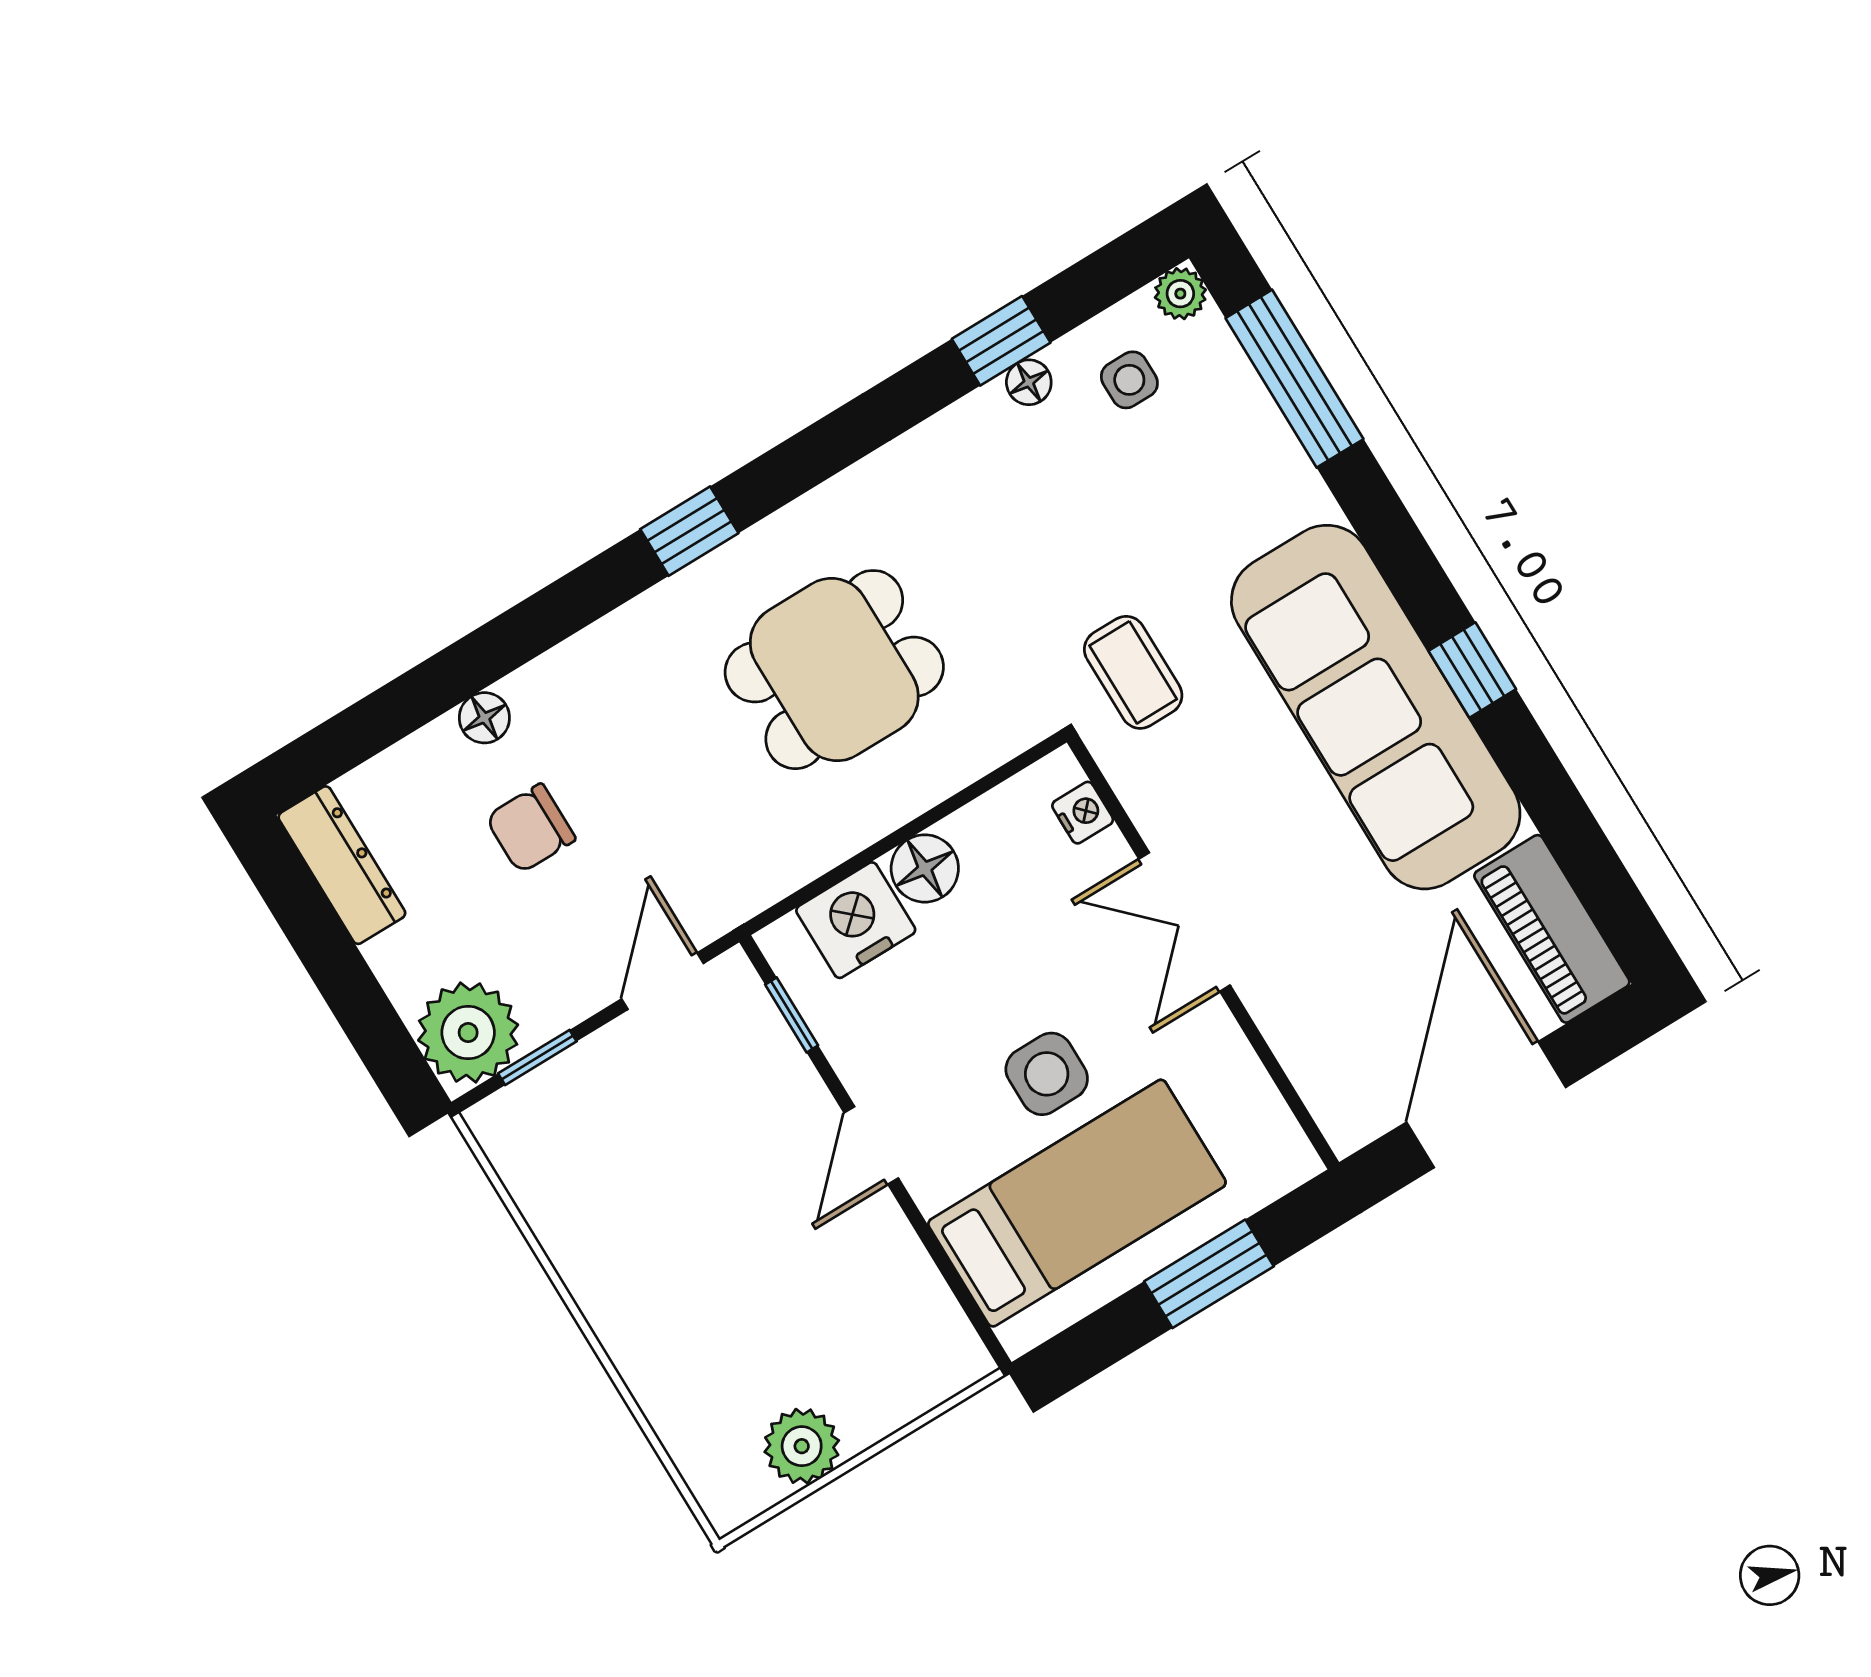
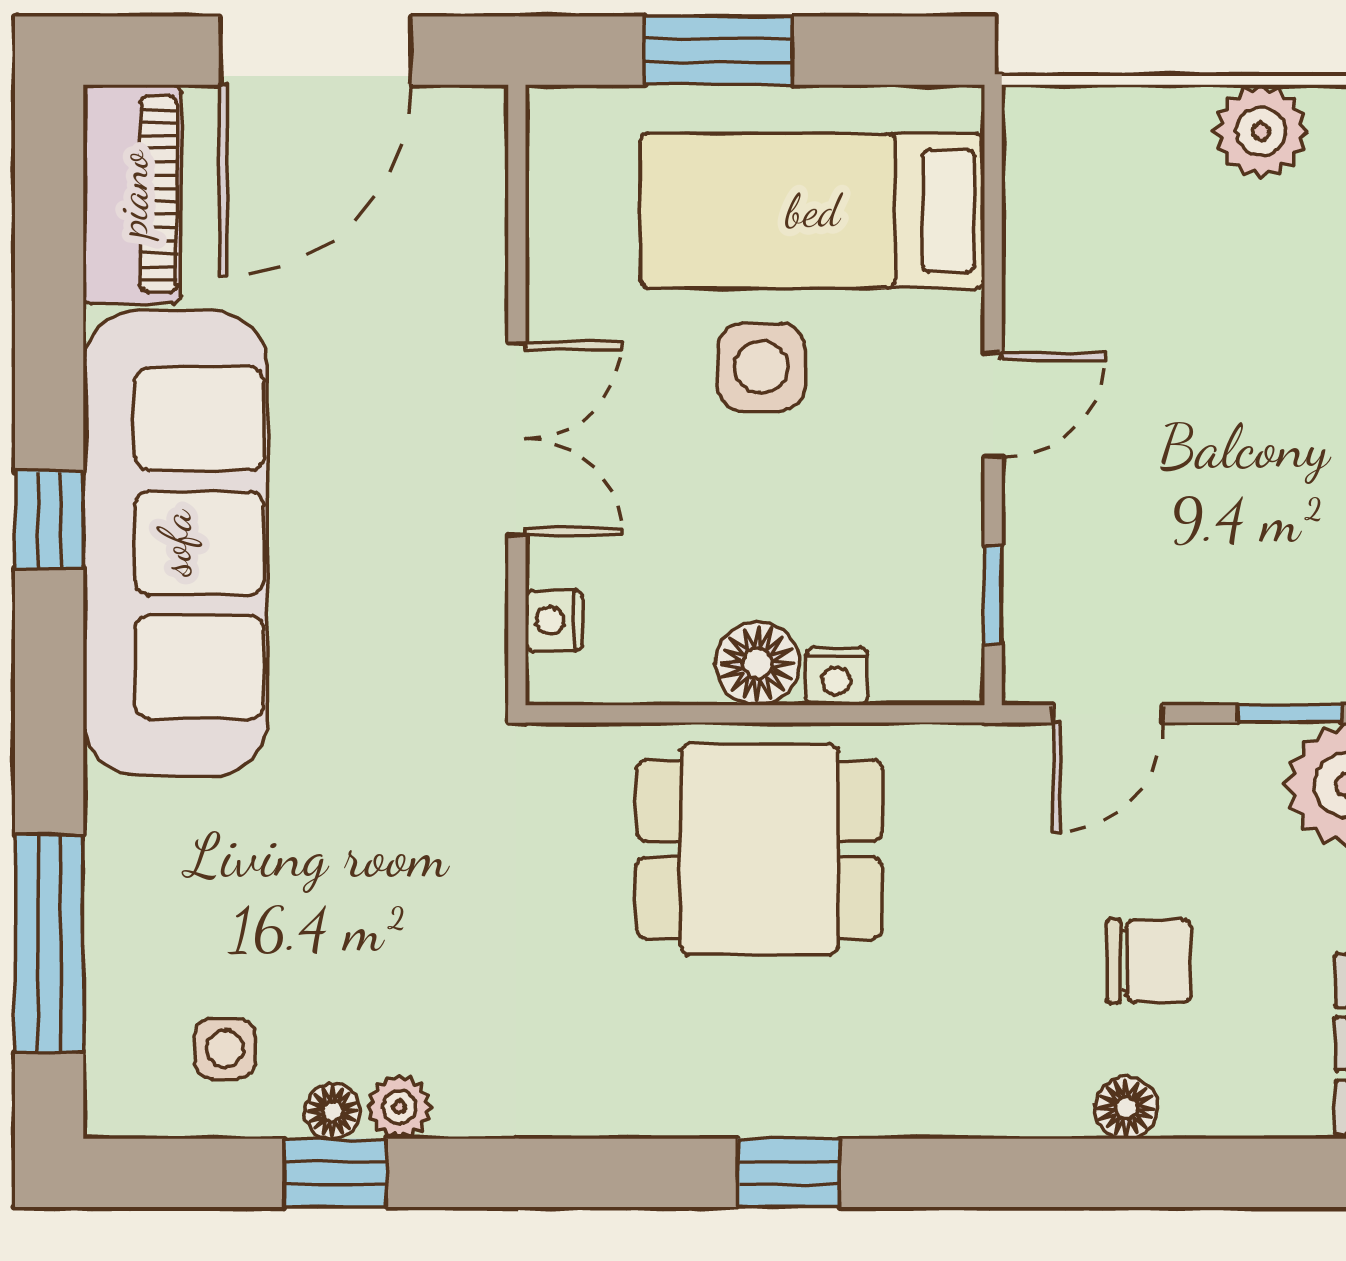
plant: (1180, 294) -> (399, 1107), moved
dining table: (834, 670) -> (759, 849), moved
coffee table: (1133, 672) -> (410, 736), removed
nightstand: (856, 920) -> (837, 676), width x0.53, depth x0.56

